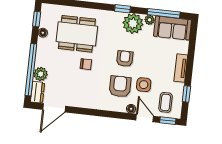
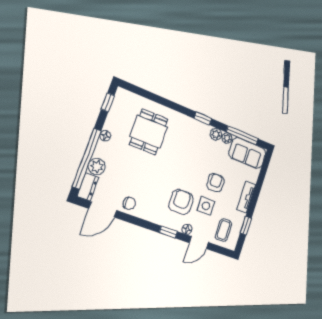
plant: (133, 23) -> (216, 134), width x0.53, depth x0.53
floor lamp: (43, 33) -> (105, 136), moved
dining table: (77, 34) -> (149, 132), width x0.73
armchair: (125, 59) -> (215, 183), moved
chair: (86, 64) -> (129, 203), moved
door: (145, 118) -> (199, 243), swing flipped
window: (168, 121) -> (168, 232), moved

